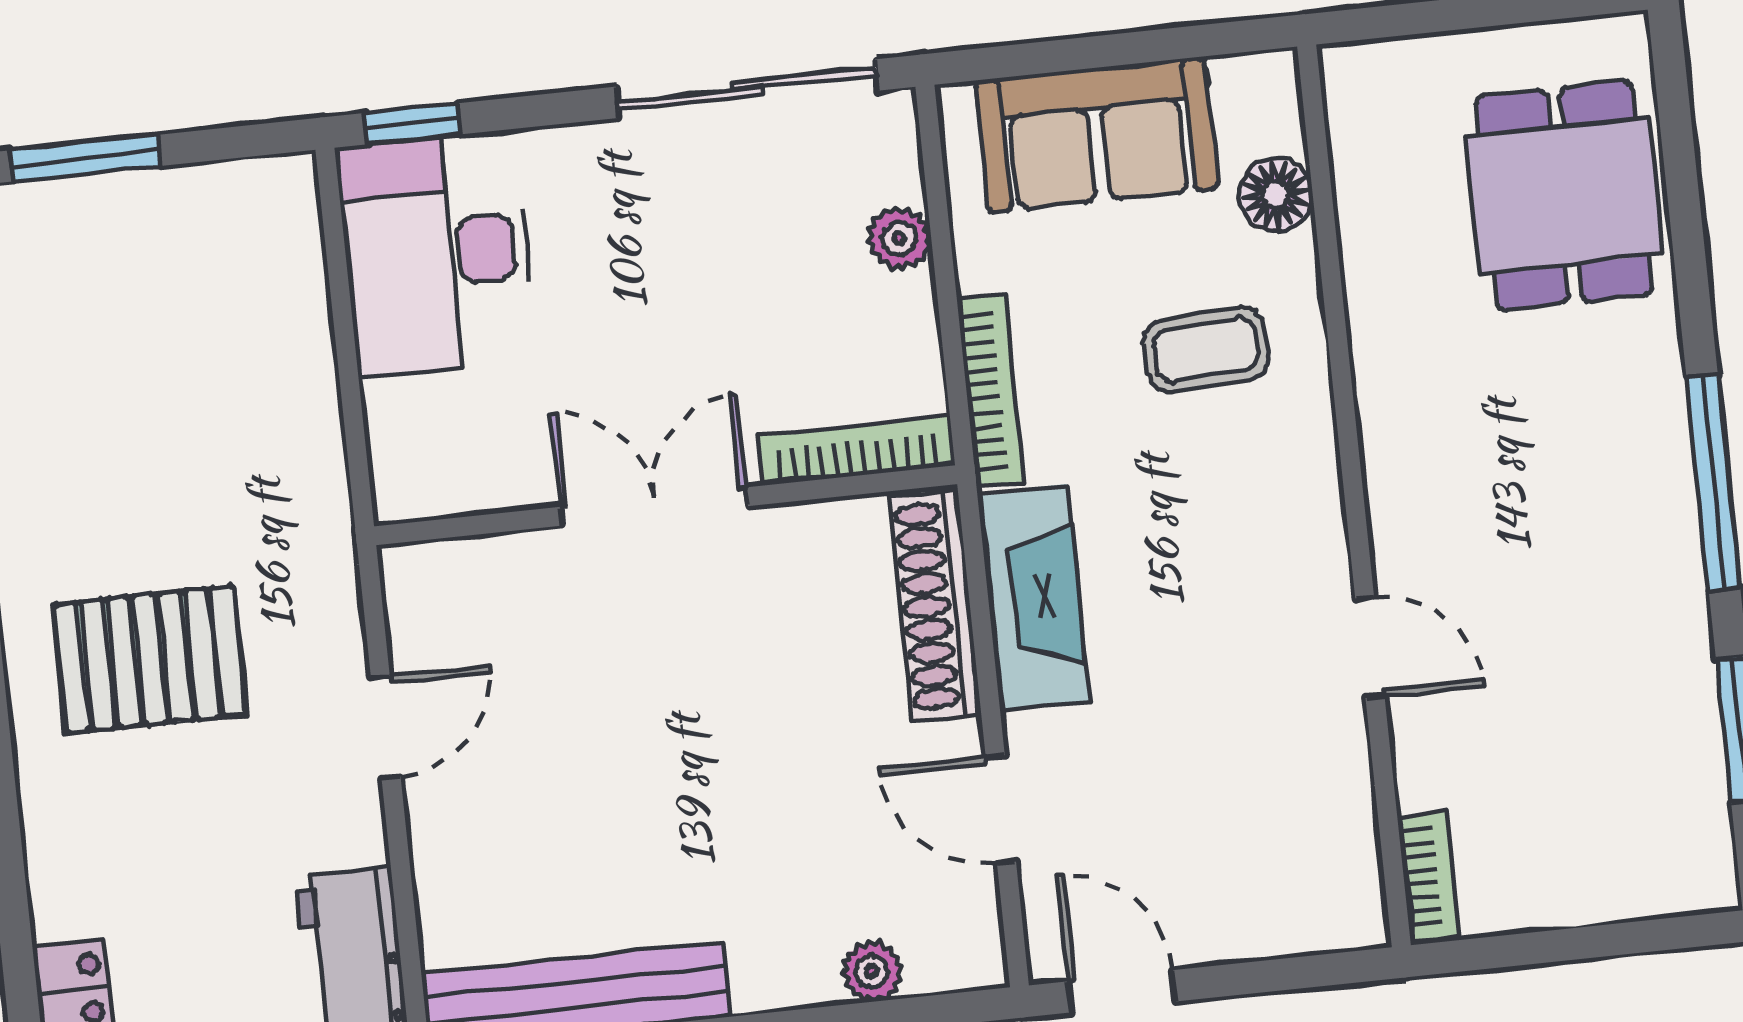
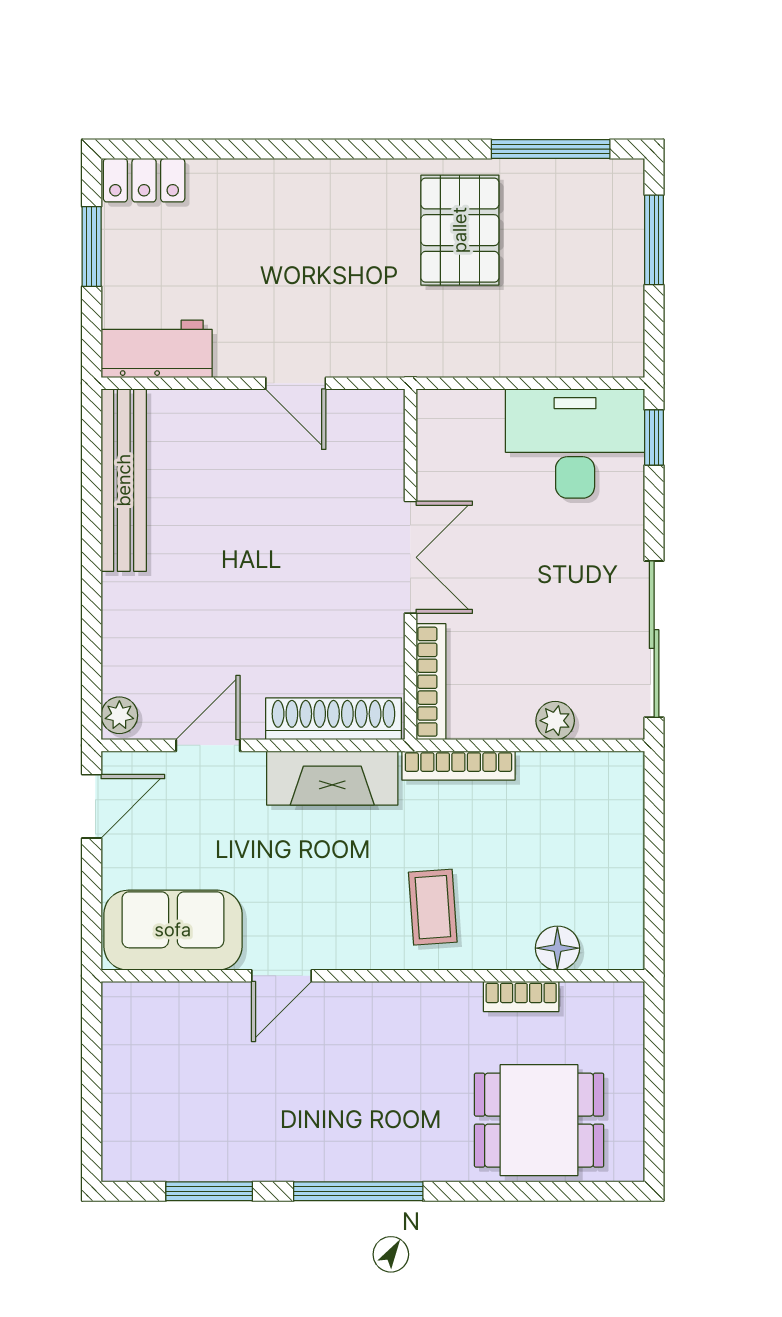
sofa: (1097, 135) -> (173, 930), moved, turned 90
coffee table: (1206, 350) -> (433, 907), moved
pallet: (150, 659) -> (460, 230), moved
bookcase: (1429, 876) -> (521, 997), moved
plant: (872, 971) -> (119, 715), moved

